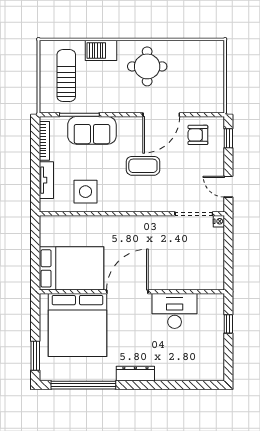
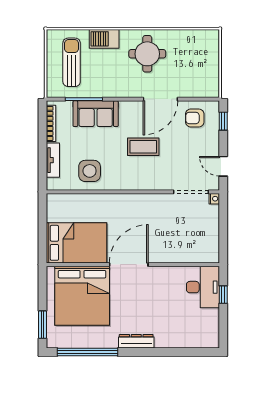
desk: (175, 311) -> (203, 287), moved, turned 90

